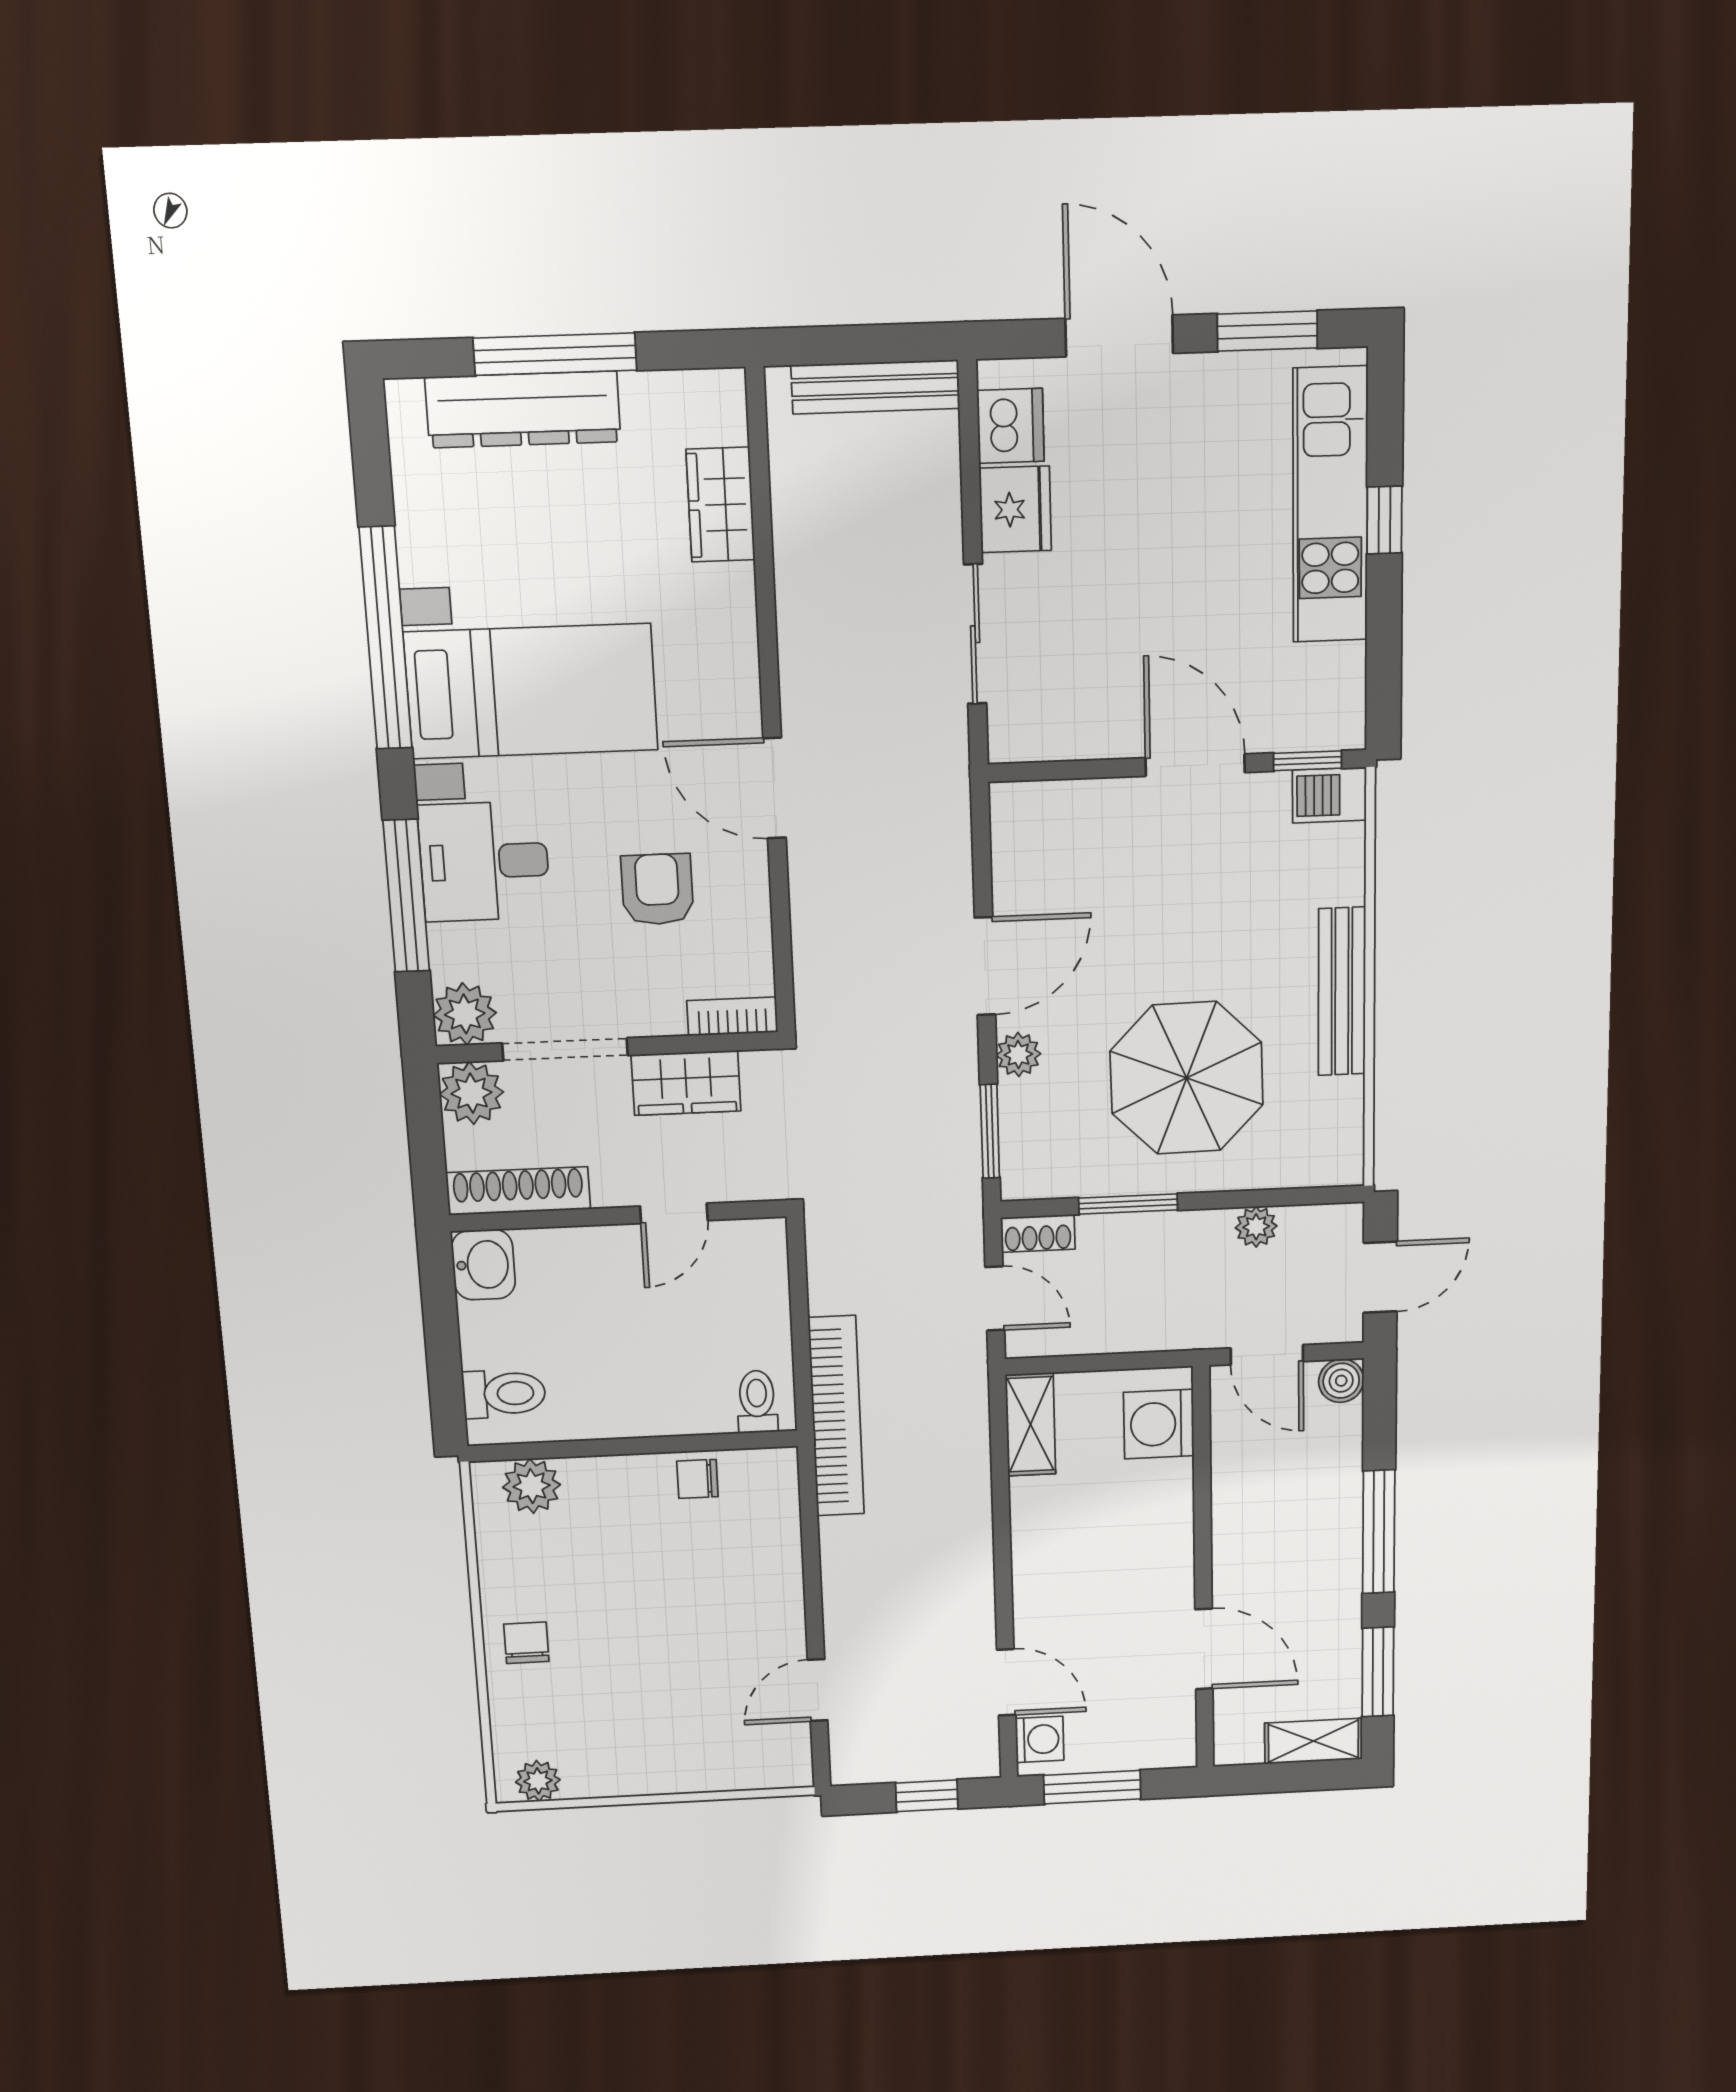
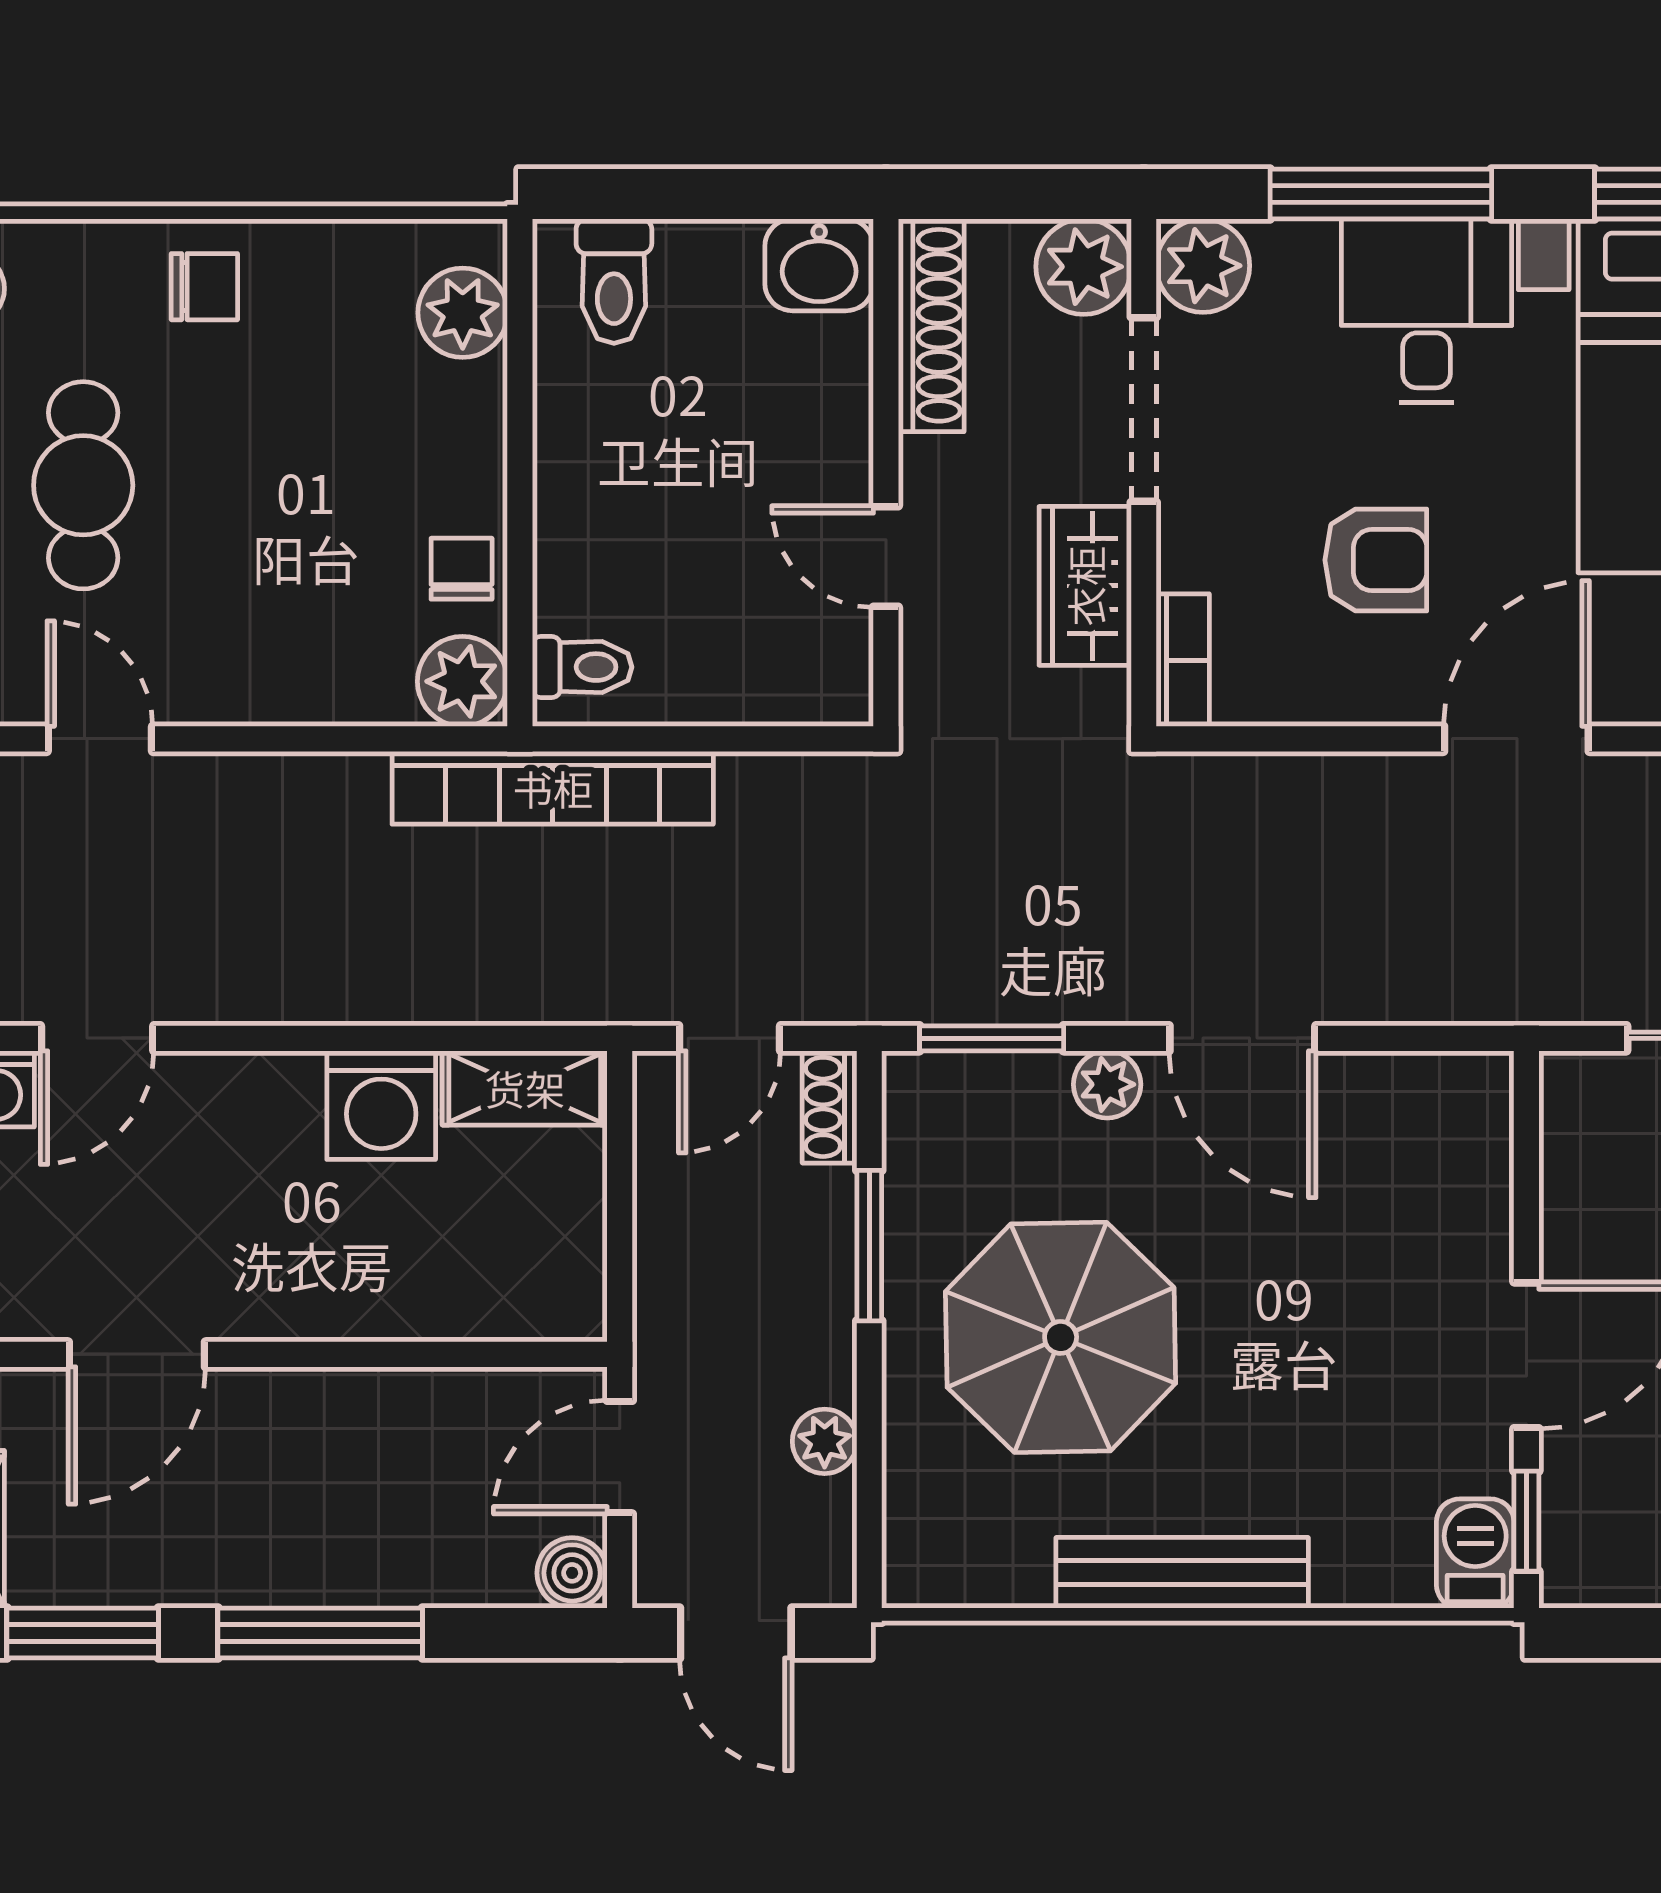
washing machine: (1159, 1424) -> (381, 1105), moved, turned 180
plant: (770, 1475) -> (462, 681), added
cafe table: (658, 1708) -> (83, 485), added

